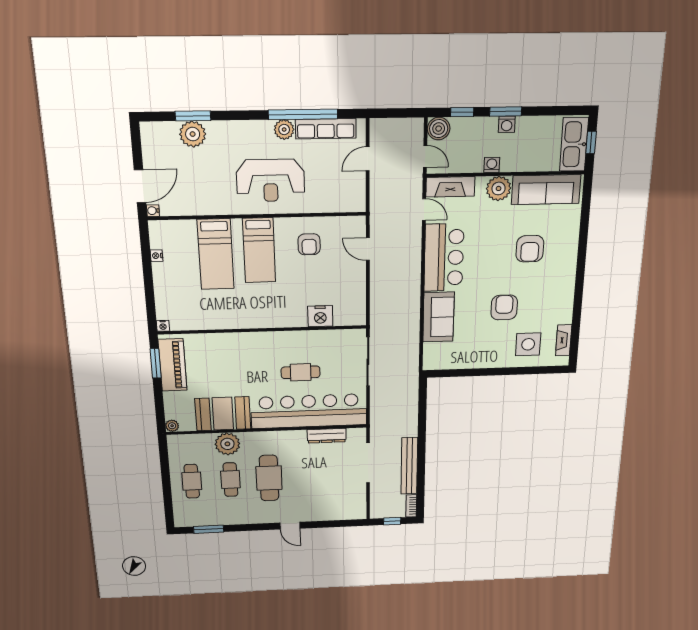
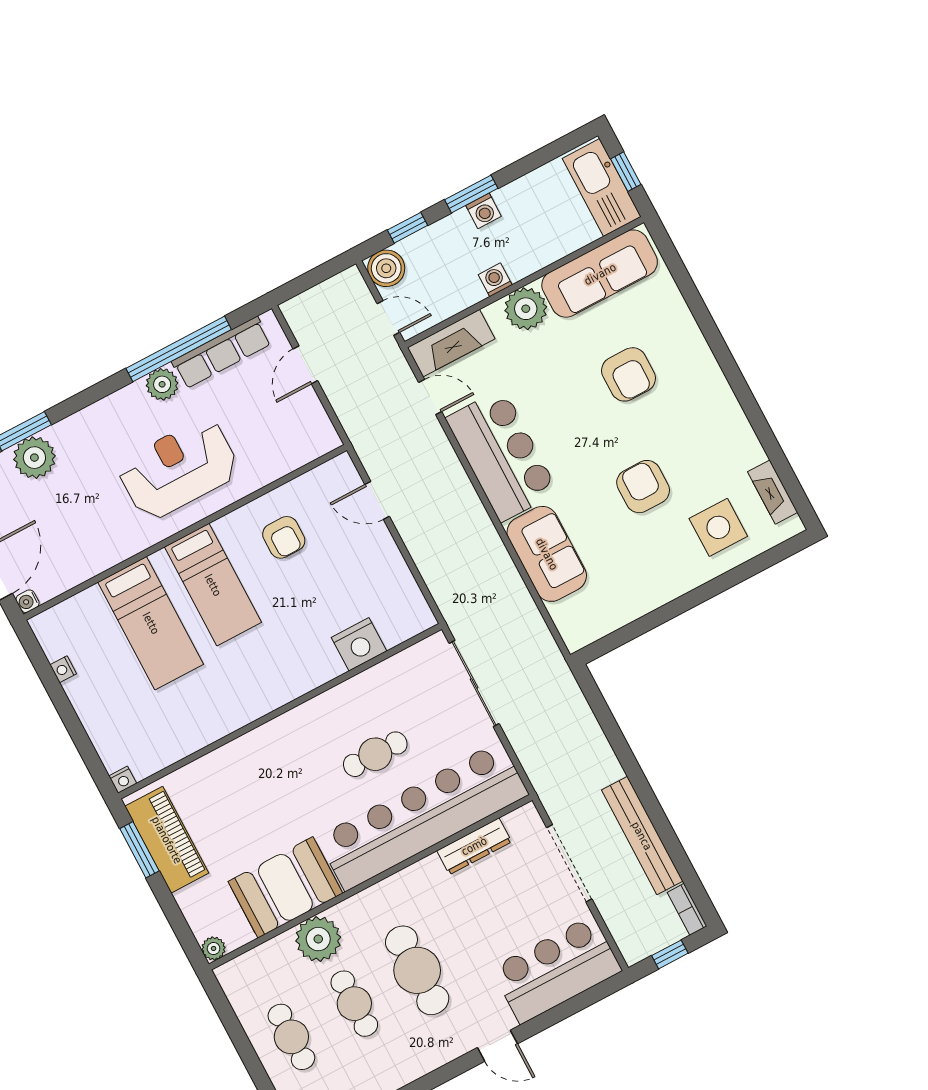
reception desk: (270, 180) -> (178, 469), turned 180
bar counter: (336, 505) -> (556, 970), added

